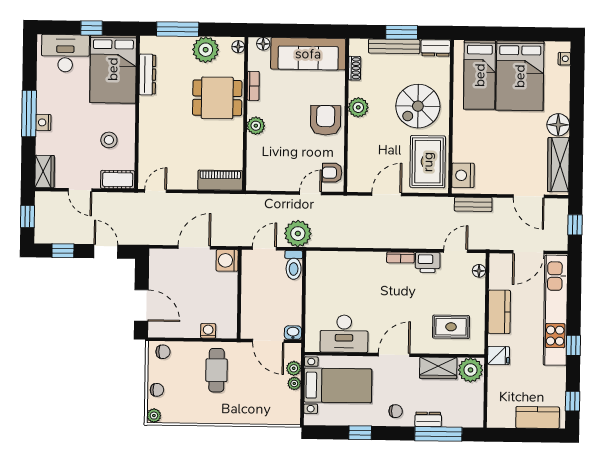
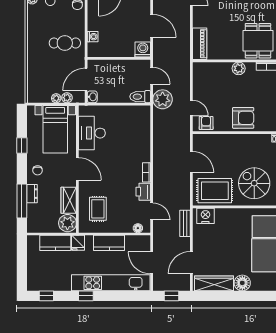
plant: (358, 107) -> (253, 141), removed
kitchen counter: (538, 417) -> (55, 243), moved, turned 90

